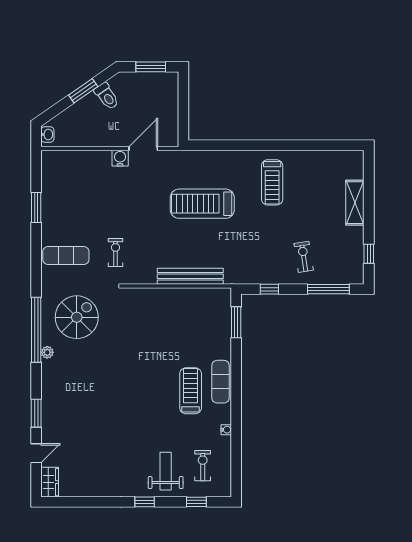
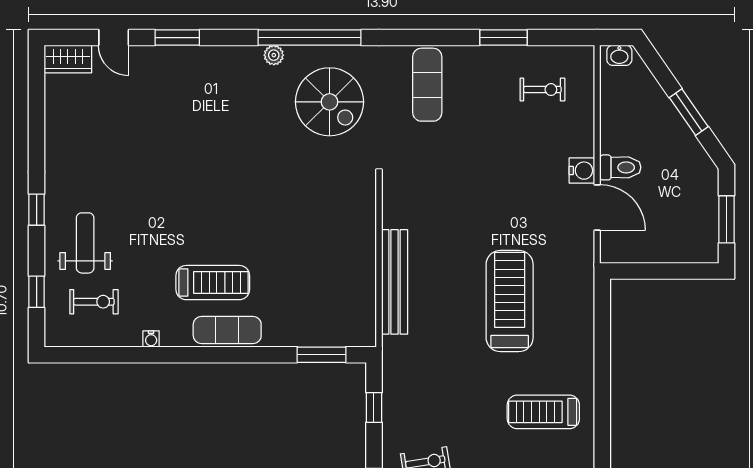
toilet: (107, 96) -> (620, 167), moved, turned -145
exercise bike: (116, 253) -> (542, 90), moved
weight bench: (166, 471) -> (85, 243), turned -90

